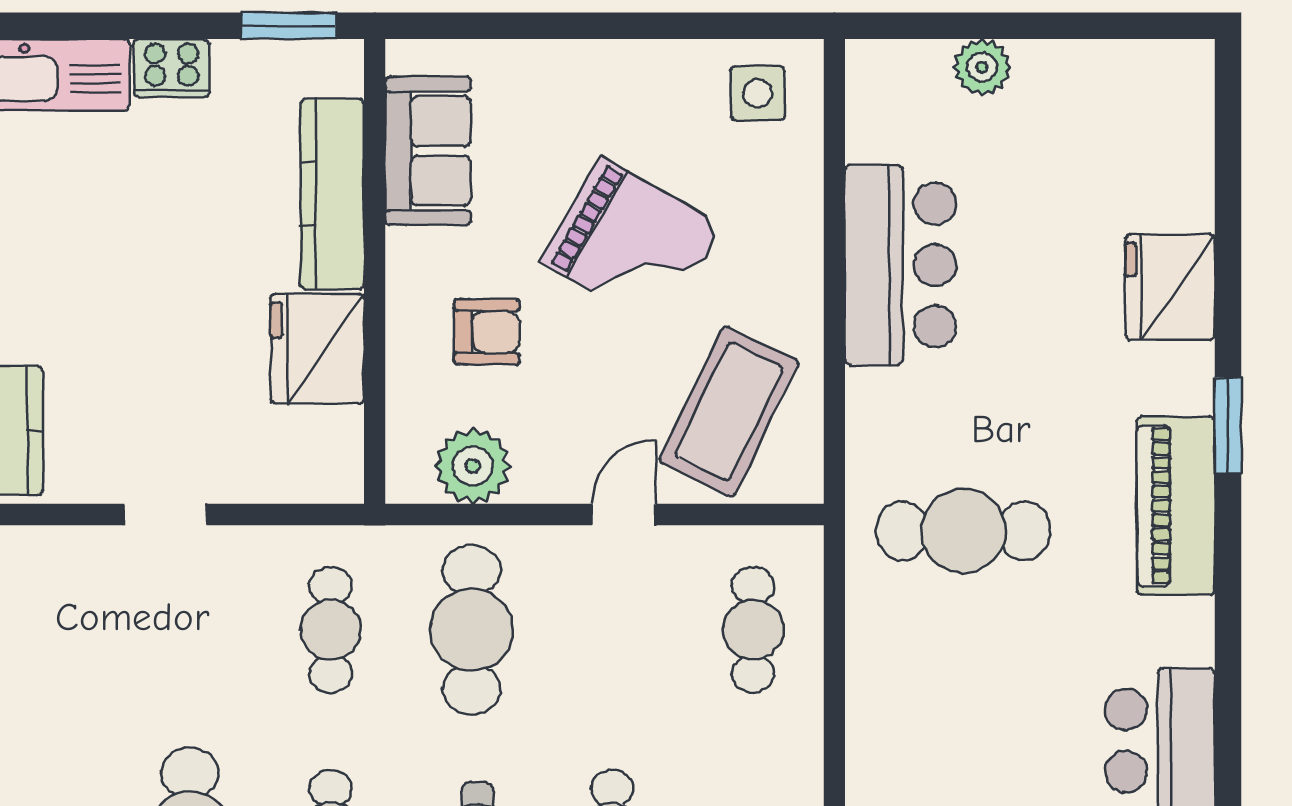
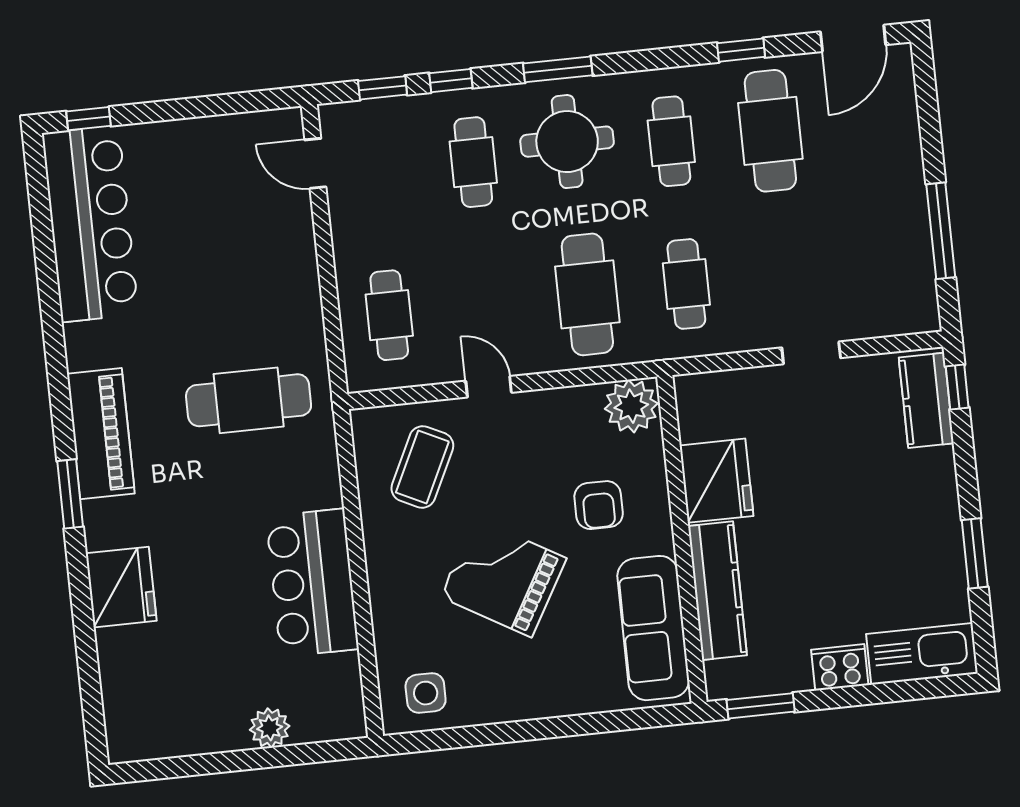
sofa: (428, 151) -> (653, 628), width x1.36
armchair: (487, 332) -> (599, 505), turned -90
coffee table: (729, 411) -> (422, 467), width x0.73, depth x0.76
plant: (473, 466) -> (631, 406), moved
door: (624, 515) -> (489, 387), swing flipped

